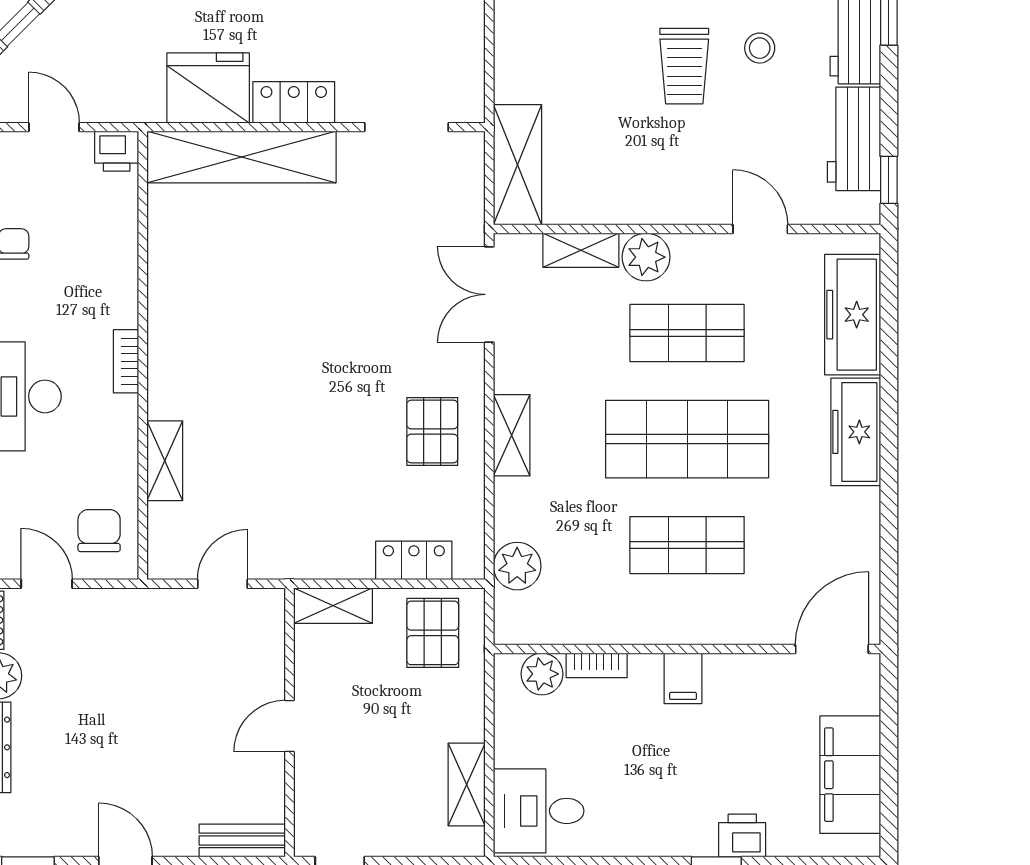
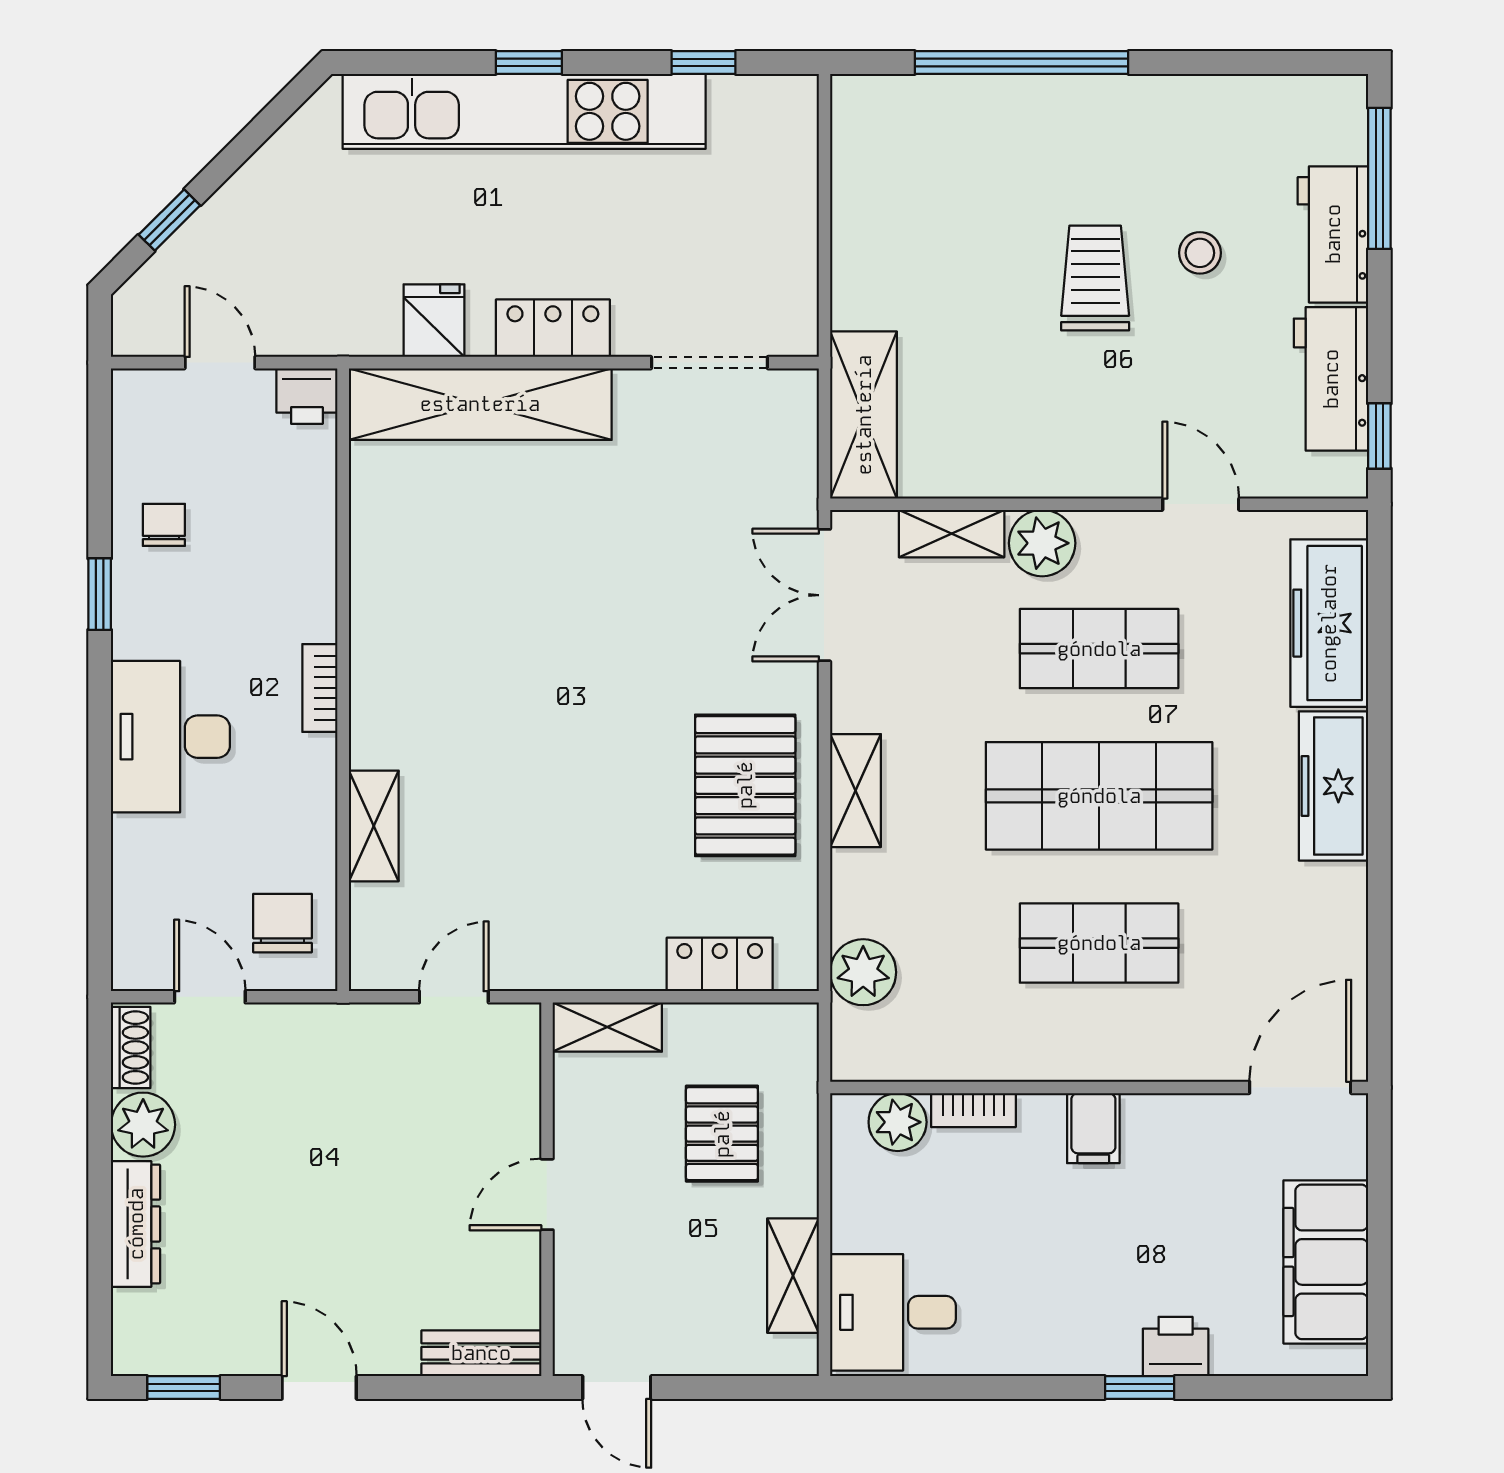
trolley: (684, 66) -> (1095, 278), turned 180
fridge: (208, 88) -> (434, 321), width x0.53, depth x0.75
pallet: (432, 432) -> (745, 785), width x1.50, depth x1.42
pallet: (433, 633) -> (722, 1134), moved

